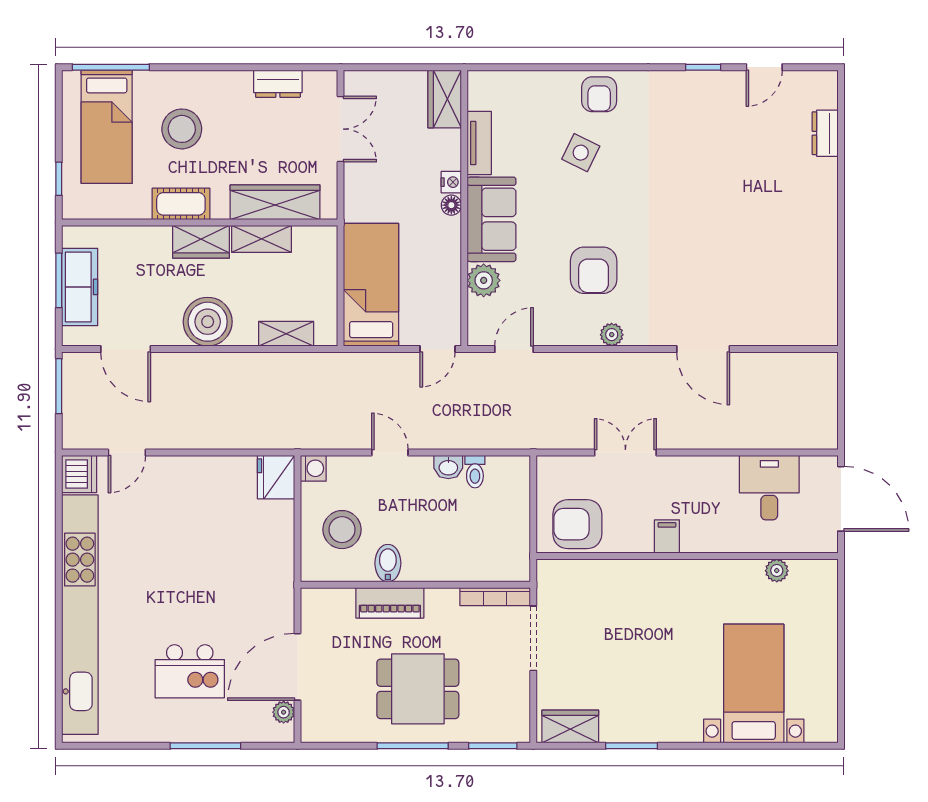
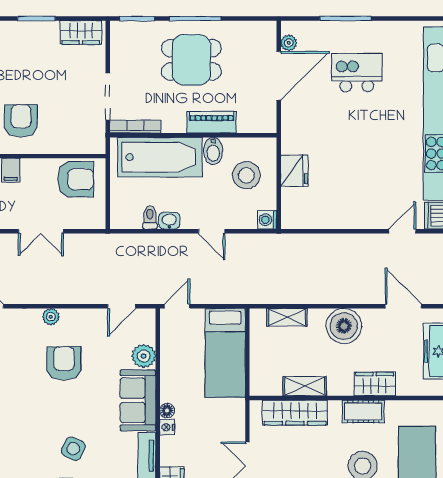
wardrobe: (201, 242) -> (375, 384), moved
fridge: (276, 477) -> (294, 171), moved
bathtub: (461, 555) -> (160, 157), added
armchair: (653, 605) -> (21, 121), added

